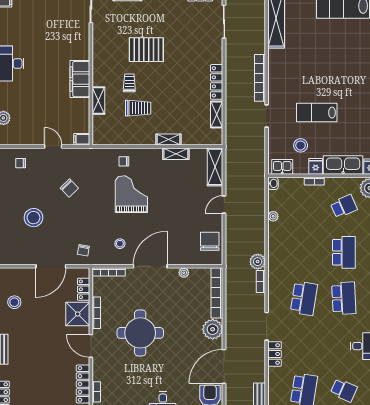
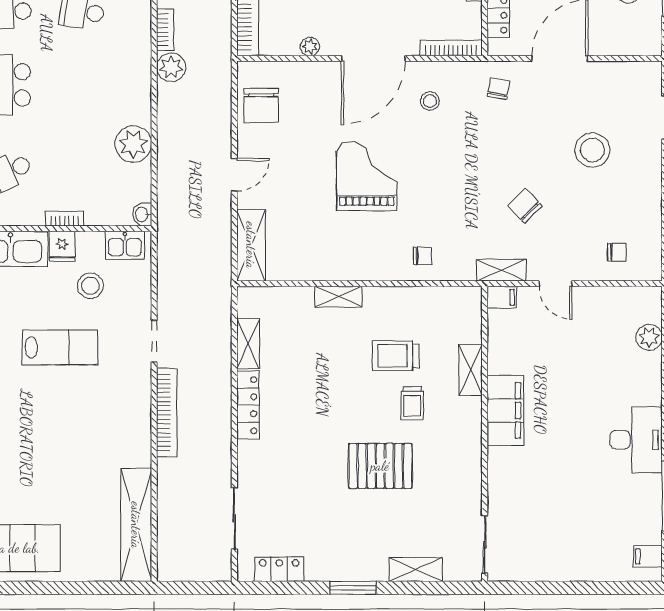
shelving: (176, 154) -> (501, 270), moved
grand piano: (131, 194) -> (367, 176), moved, turned 180
plant: (273, 216) -> (133, 144), width x1.88, depth x1.88

